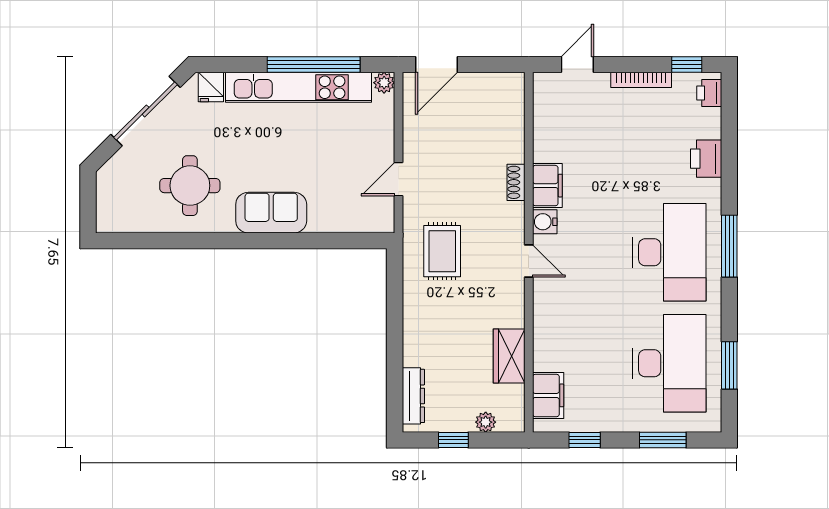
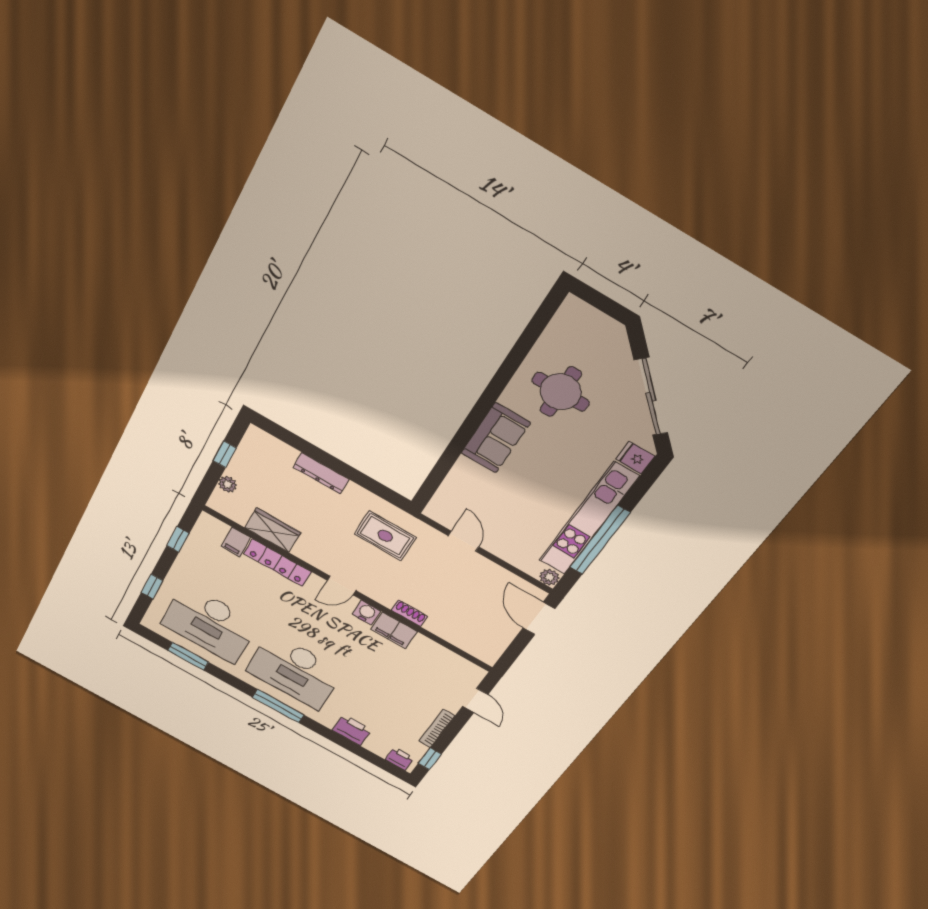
locker: (545, 333) -> (278, 563), added
filing cabinet: (548, 395) -> (236, 542), width x0.50
dresser: (413, 396) -> (321, 473), moved
window: (663, 440) -> (152, 587), width x0.67

